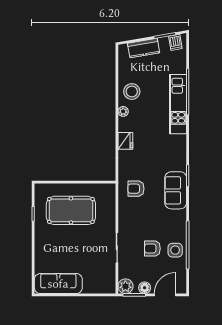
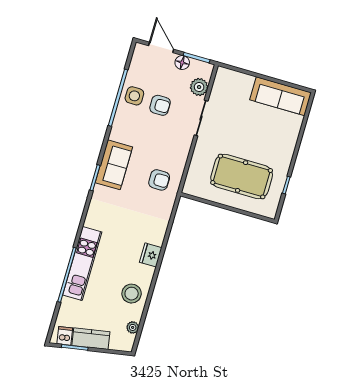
kitchen counter: (144, 48) -> (91, 339), moved
plant: (123, 111) -> (133, 327), moved
fridge: (125, 141) -> (151, 255), moved
plant: (125, 286) -> (199, 87), moved
door: (165, 295) -> (161, 47), swing flipped

